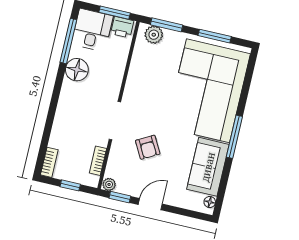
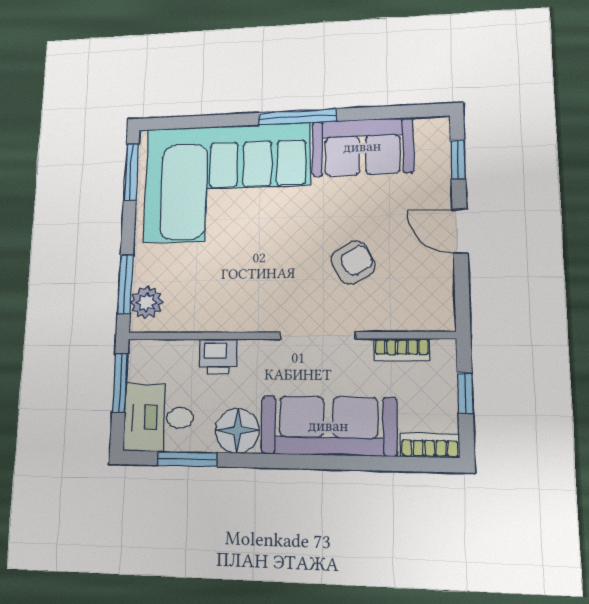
printer: (122, 27) -> (218, 356), moved, turned 90
window: (215, 36) -> (131, 172), moved
window: (68, 41) -> (187, 459), width x0.69
sofa: (69, 116) -> (328, 426), added
plant: (109, 184) -> (443, 317), removed
window: (120, 197) -> (458, 159), moved
floor lamp: (210, 202) -> (427, 127), removed

